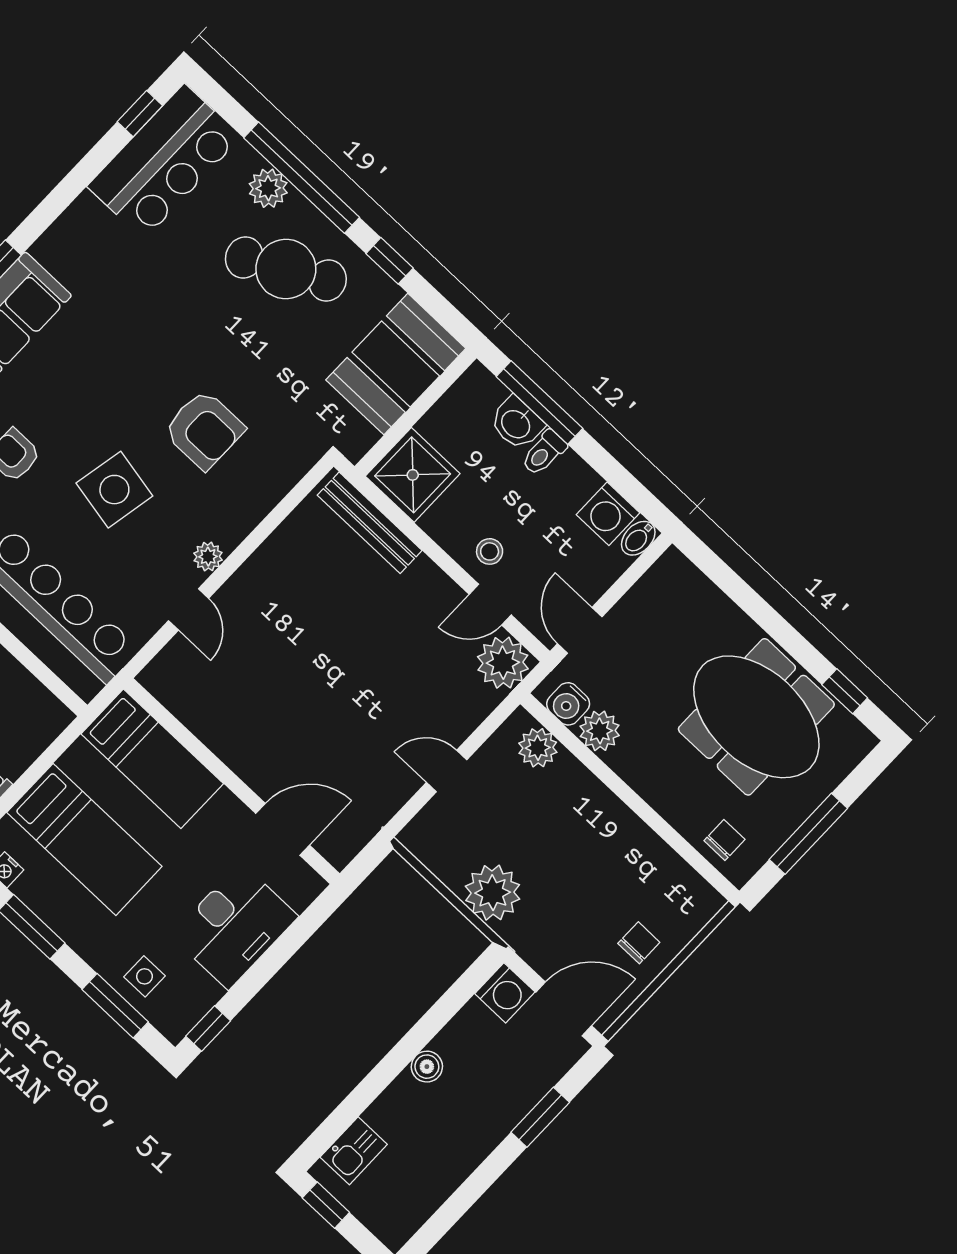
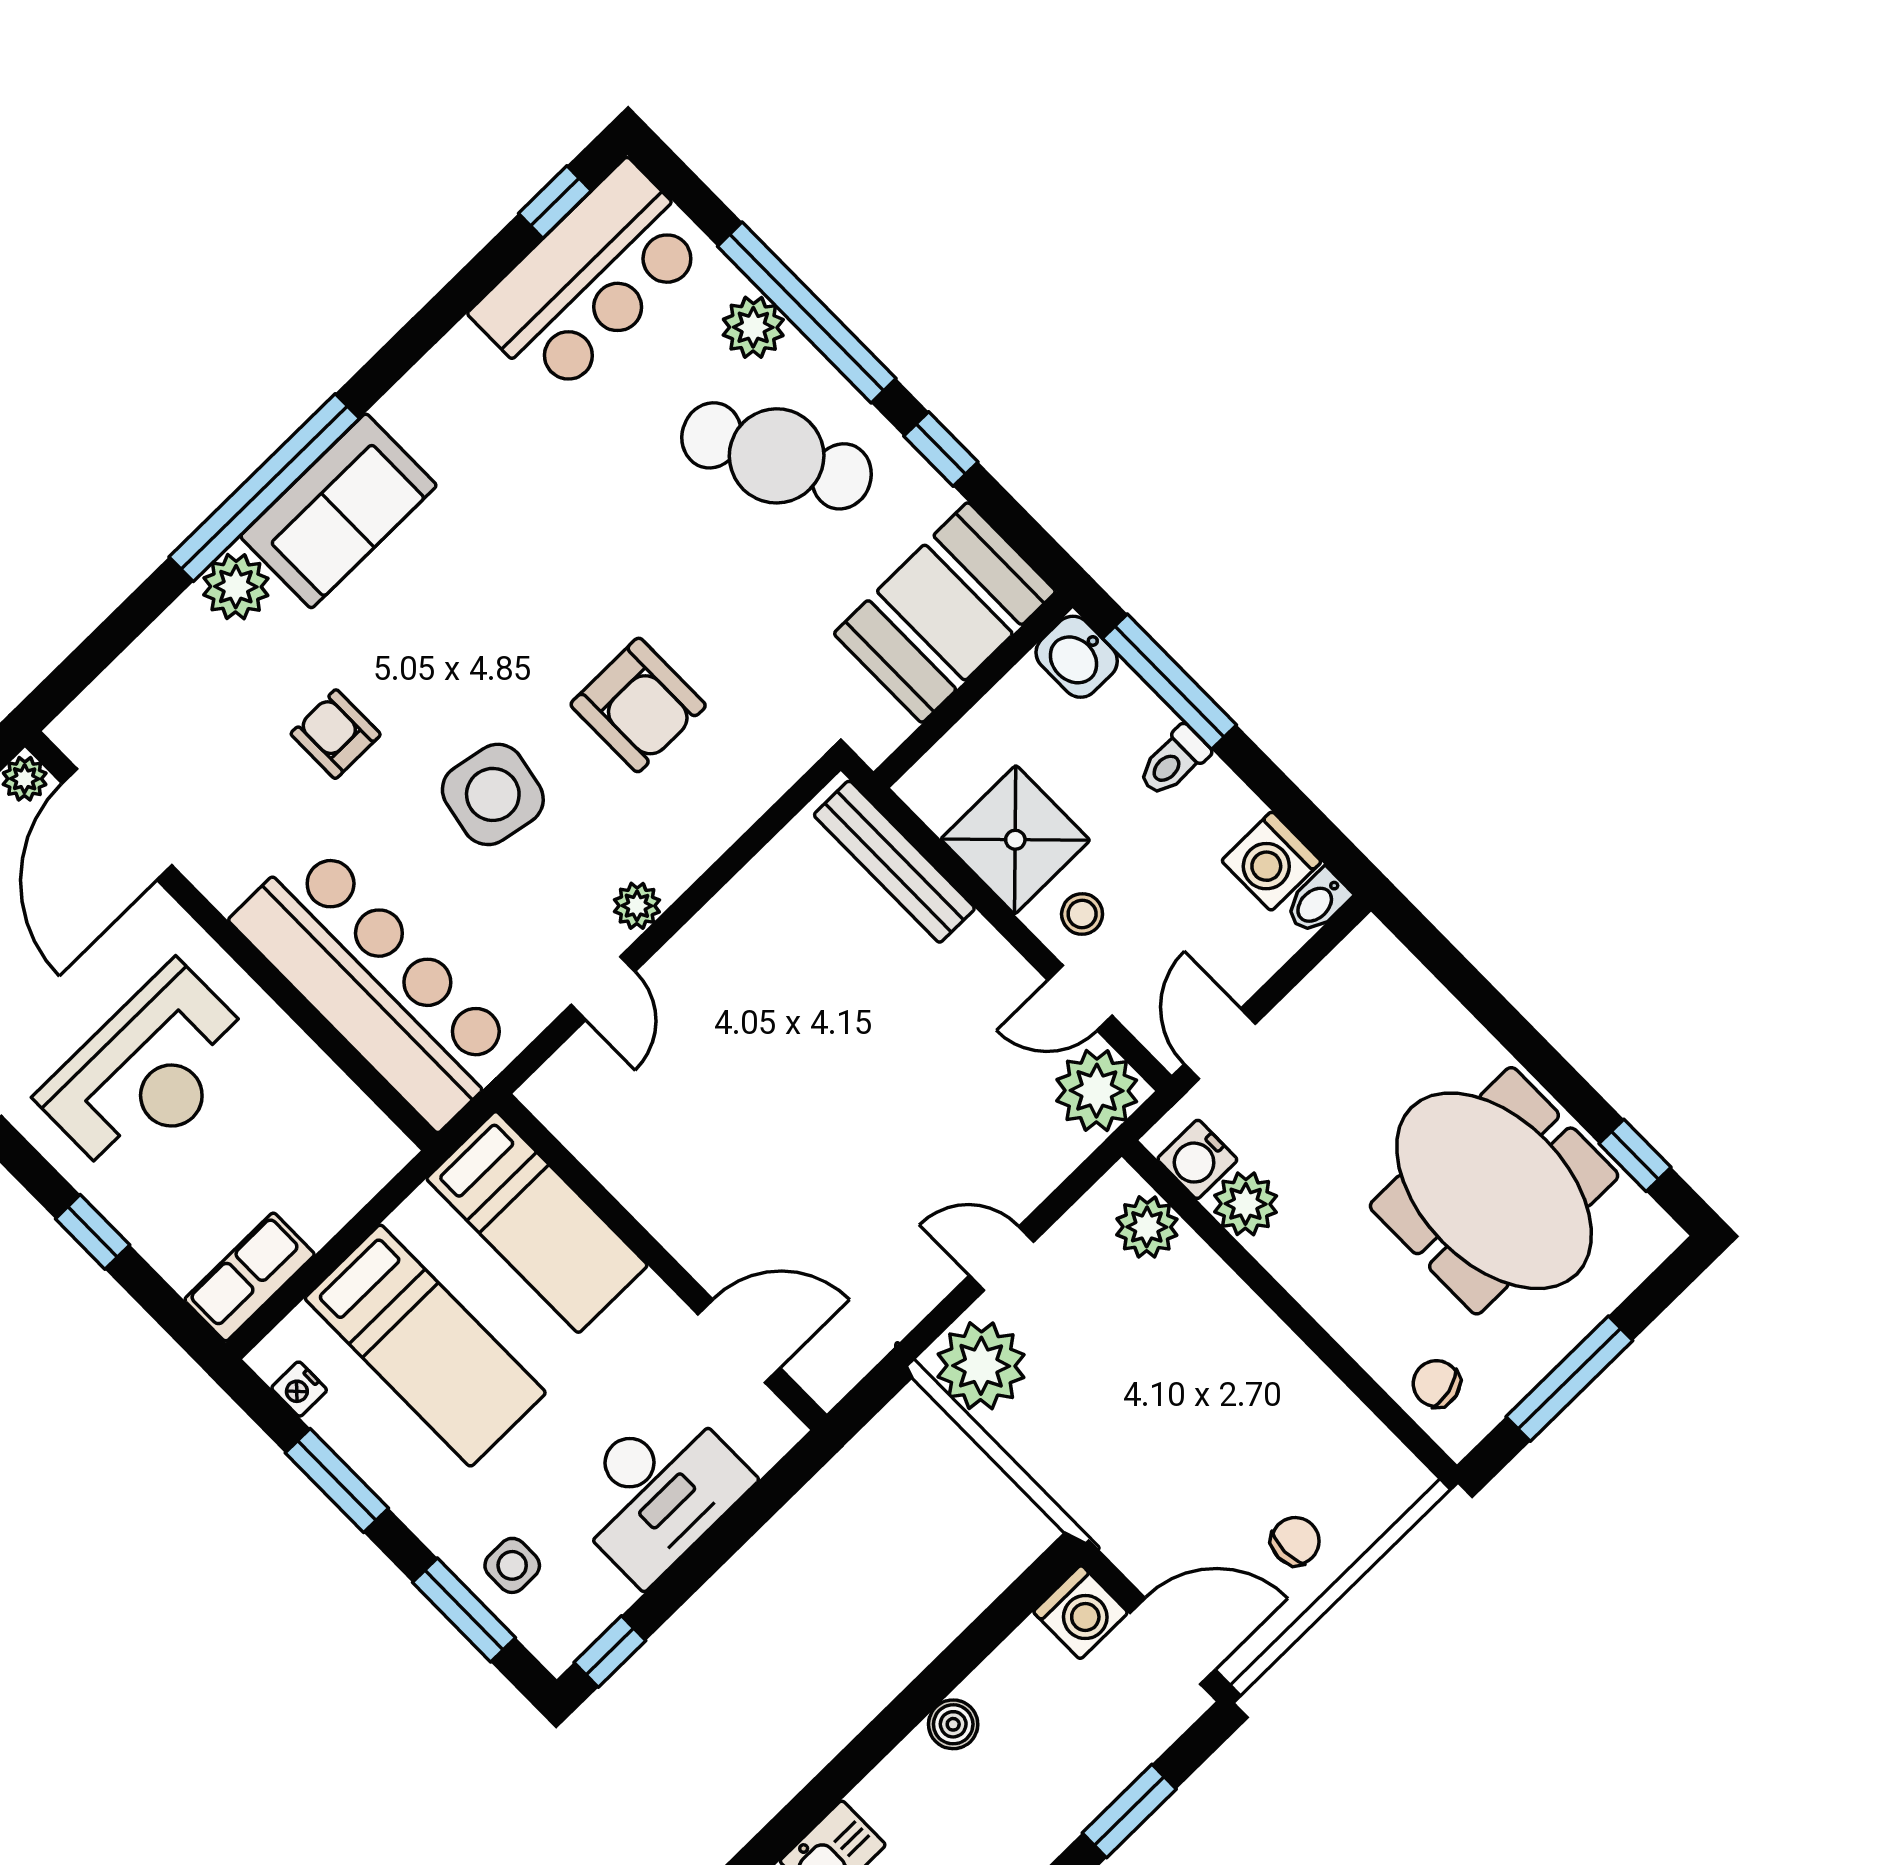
washbasin: (516, 423) -> (1077, 657), moved
shower: (413, 475) -> (1015, 840), moved
chair: (724, 840) -> (1436, 1384), turned -104
plant: (493, 893) -> (981, 1366), moved

